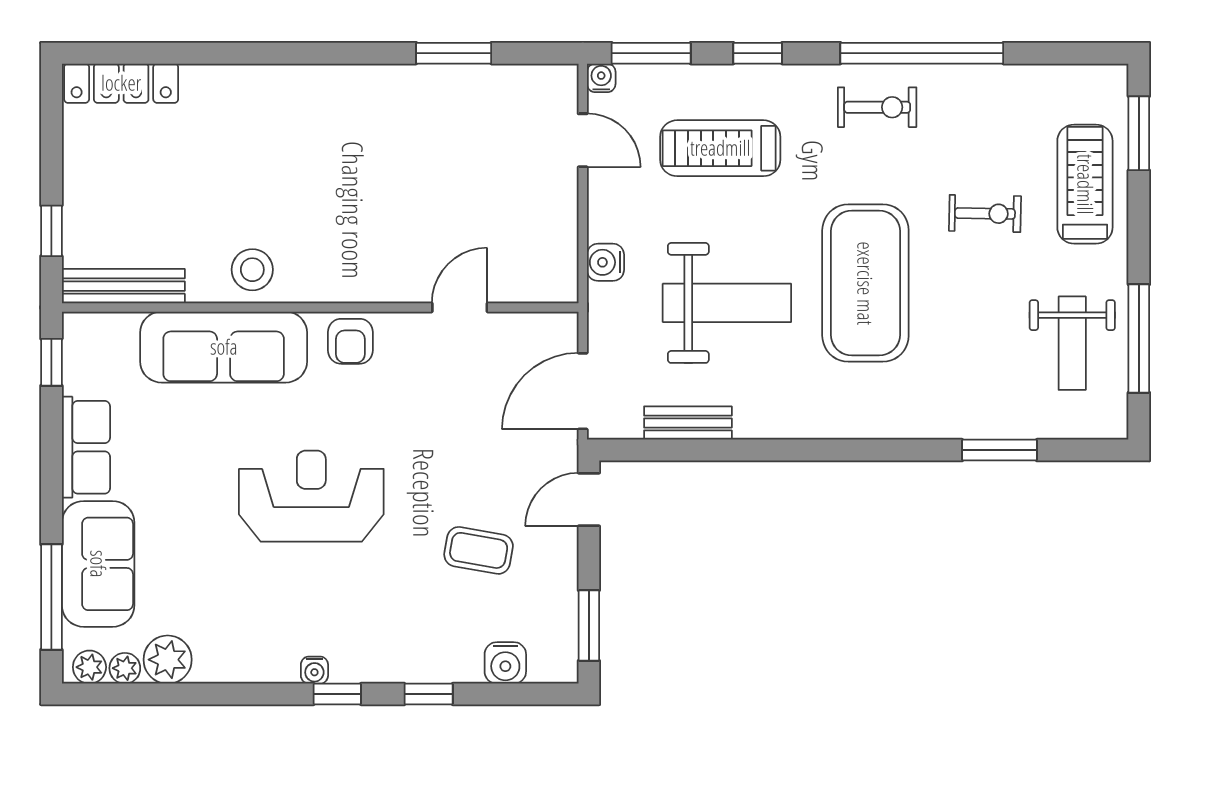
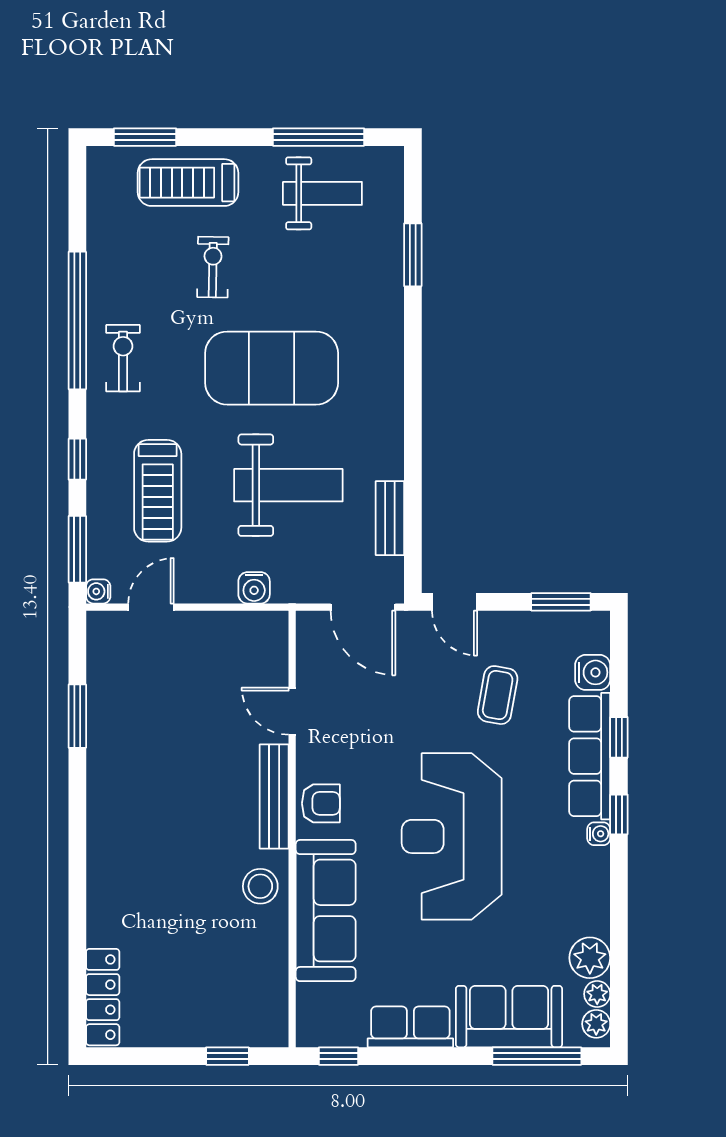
bench: (123, 286) -> (274, 796), moved
weight bench: (727, 303) -> (288, 485), turned 90
reception desk: (311, 496) -> (452, 836), width x1.36, depth x1.30
row of seats: (406, 659) -> (590, 756), added

